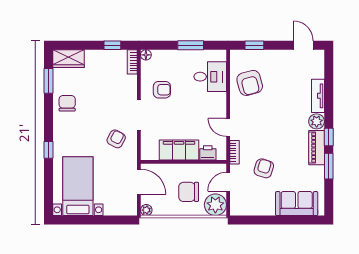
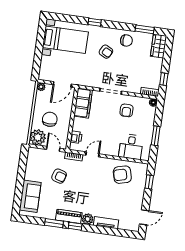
armchair: (116, 139) -> (106, 52), moved
filing cabinet: (179, 150) -> (83, 103), moved

